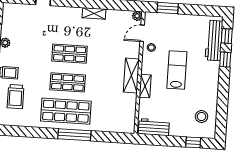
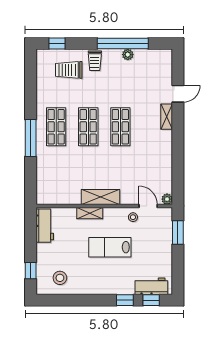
shelving: (94, 13) -> (167, 117), moved
workbench: (214, 40) -> (151, 286), width x0.73
lab bench: (177, 70) -> (110, 247), turned 180
shop shelf: (66, 111) -> (56, 127), width x0.70, depth x0.74

